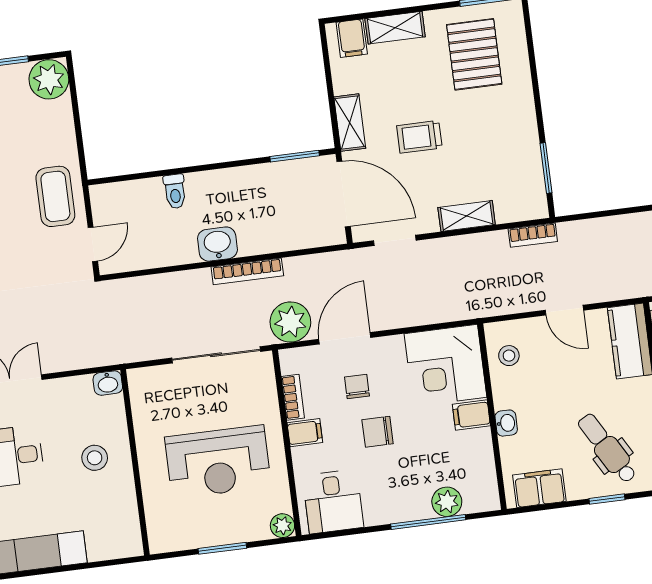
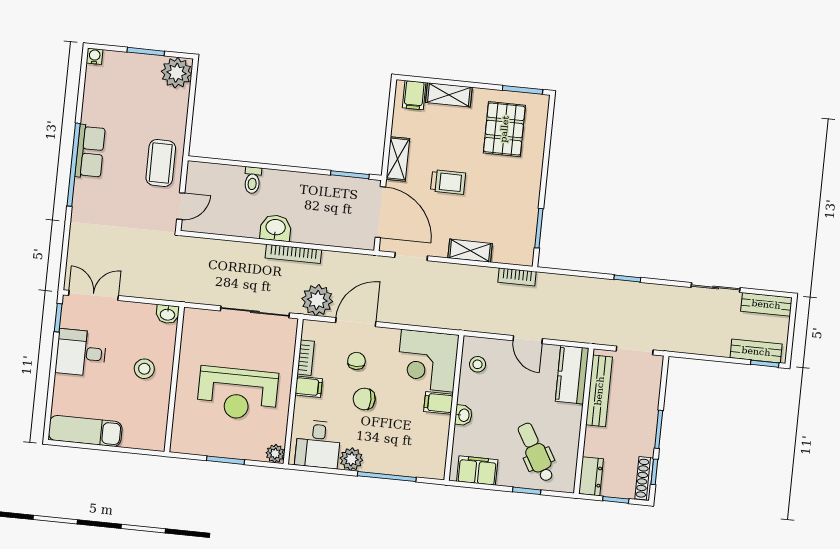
trolley: (419, 137) -> (448, 182), turned 180
plant: (447, 502) -> (351, 459), moved

